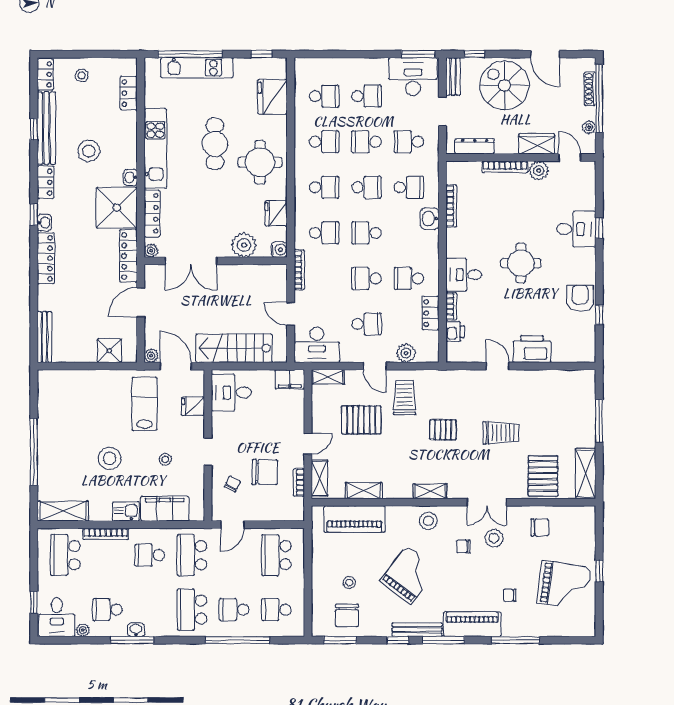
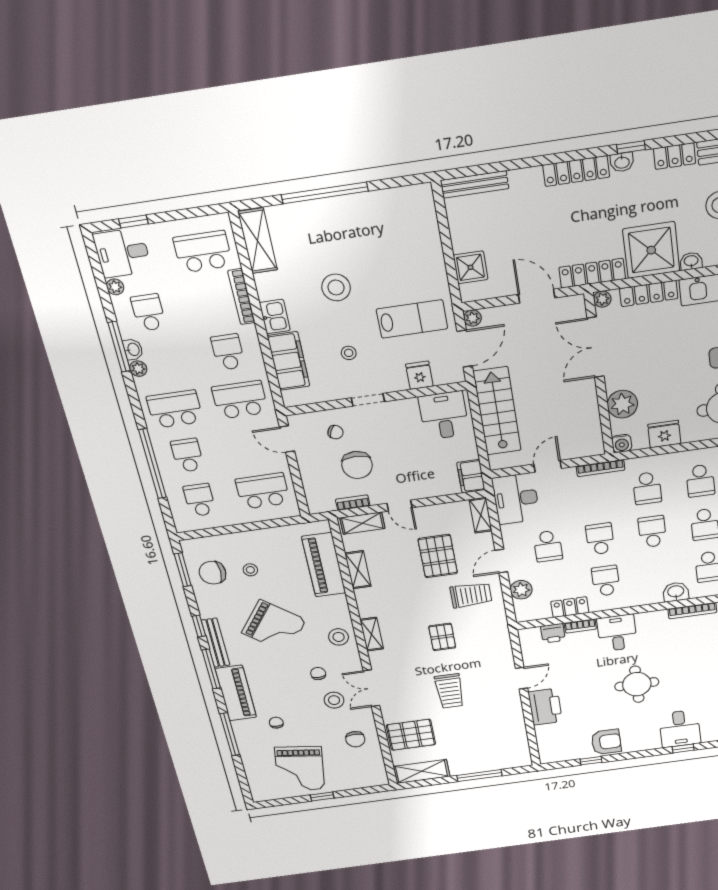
plant: (153, 630) -> (138, 369), added

